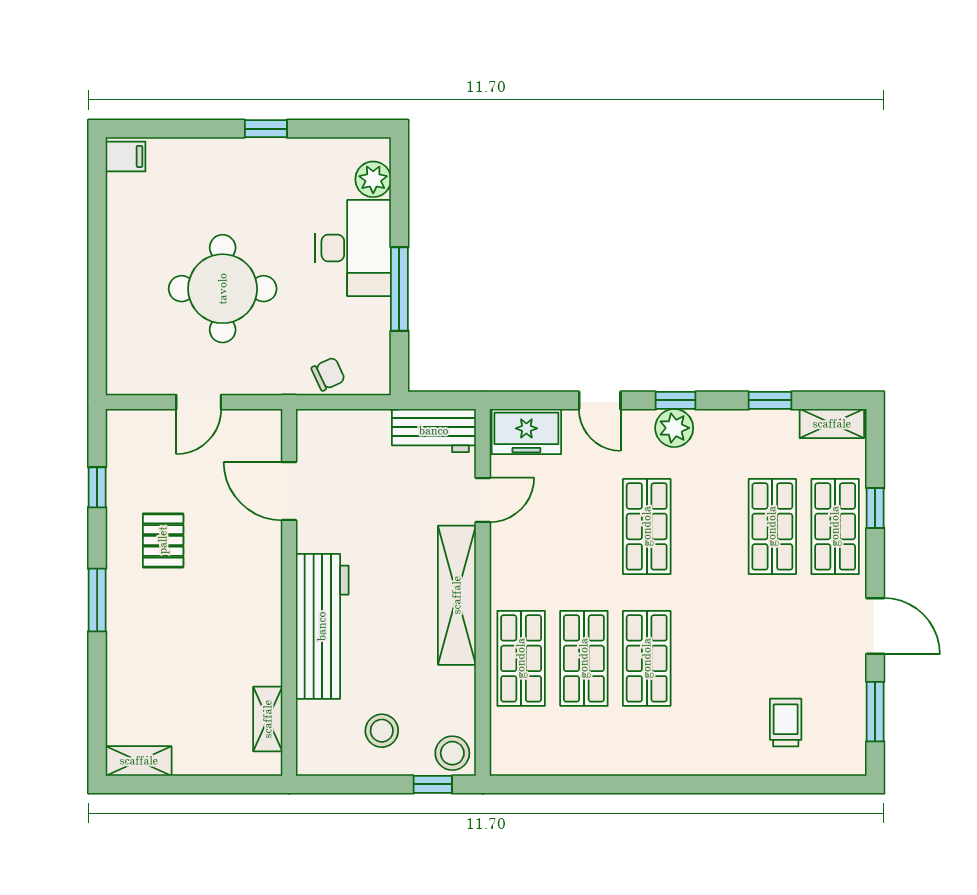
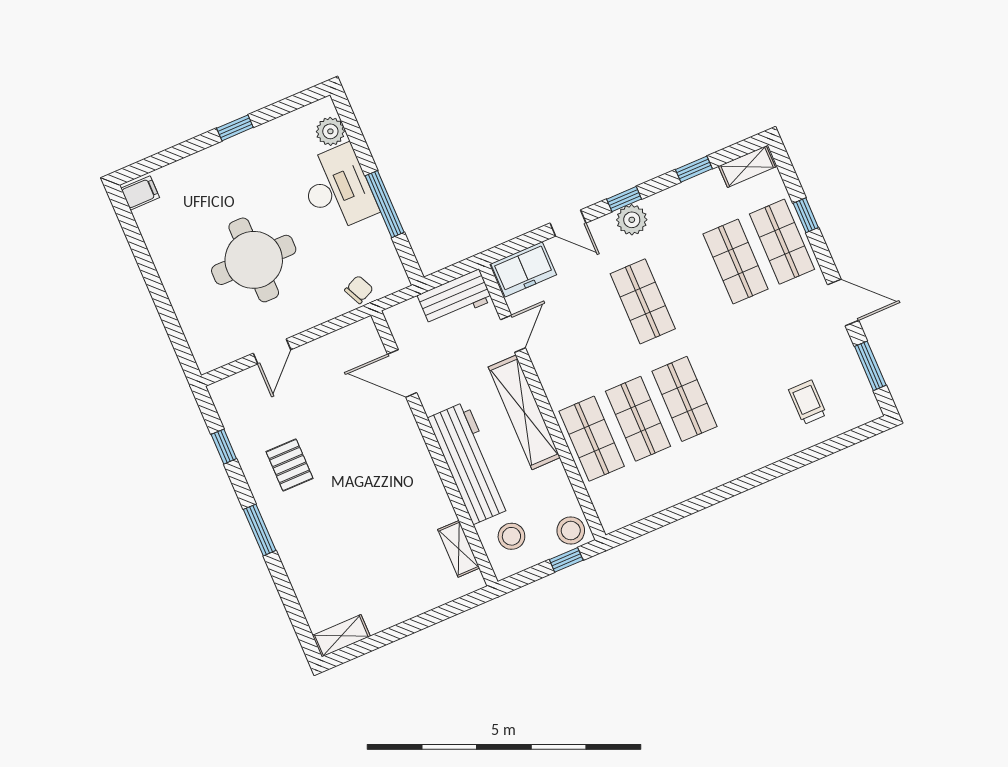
door: (289, 491) -> (402, 373), moved
wall: (289, 592) -> (434, 448), moved
workbench: (322, 626) -> (470, 463), moved
shelving: (268, 719) -> (459, 549), moved

